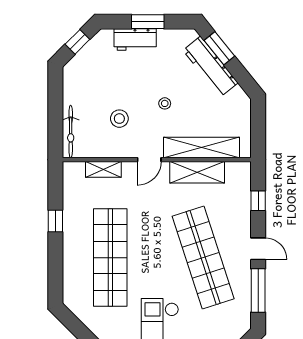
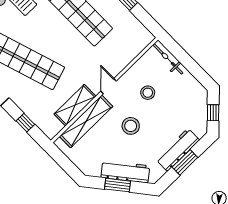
workbench: (135, 39) -> (178, 150), width x1.38
window: (219, 48) -> (118, 185), moved
stool: (165, 103) -> (131, 126), width x1.89, depth x1.89
shelving: (103, 169) -> (129, 56), removed

